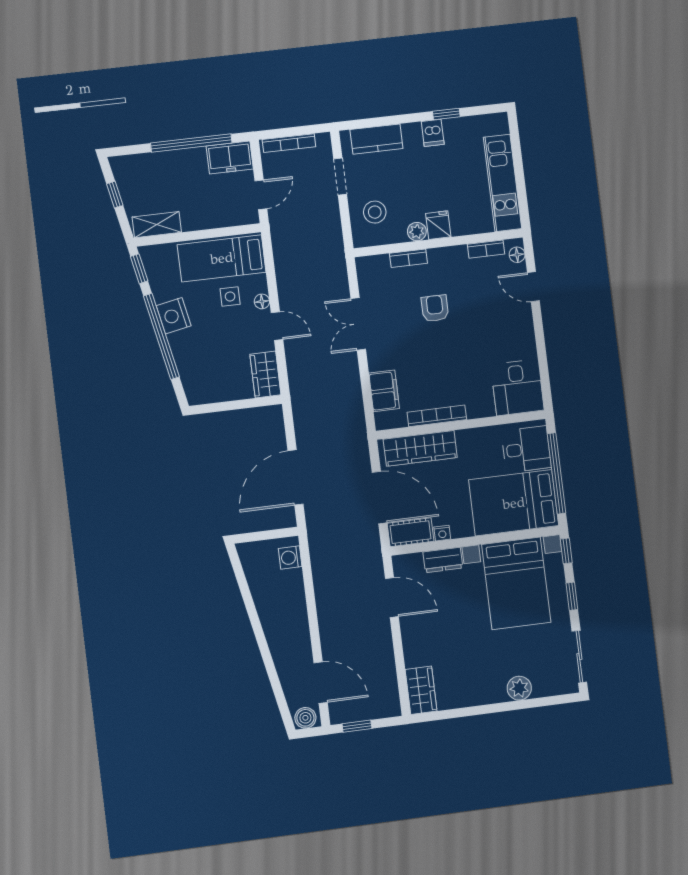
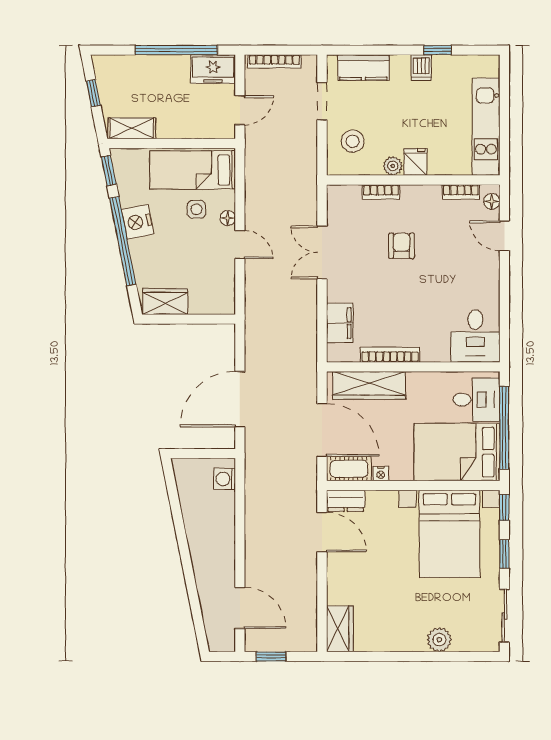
wardrobe: (265, 374) -> (165, 301), moved, turned 90
dresser: (443, 560) -> (346, 501), moved
boiler: (305, 718) -> (220, 641), removed

